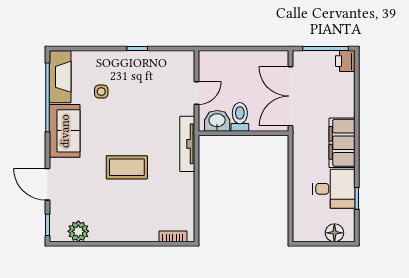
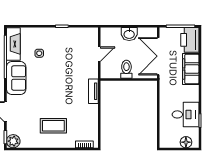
printer: (345, 61) -> (190, 40), width x1.87, depth x1.48
washbasin: (217, 121) -> (129, 34), moved, turned 180
filing cabinet: (342, 143) -> (191, 69), moved
tv unit: (187, 144) -> (93, 91), width x0.71
coffee table: (127, 167) -> (53, 126), moved
plant: (78, 231) -> (13, 141), moved

